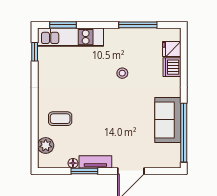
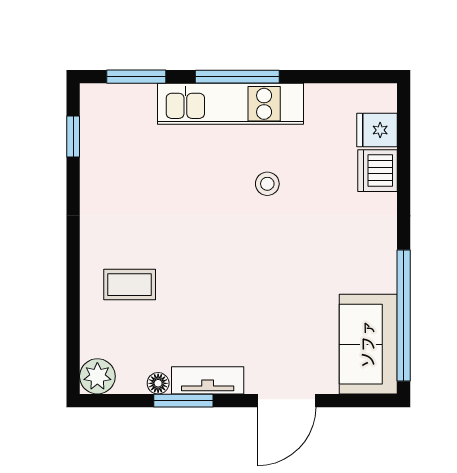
window: (138, 25) -> (237, 77), moved
kitchen unit: (70, 37) -> (231, 104), moved
sofa: (168, 120) -> (368, 344), moved
plant: (46, 145) -> (97, 376), moved

